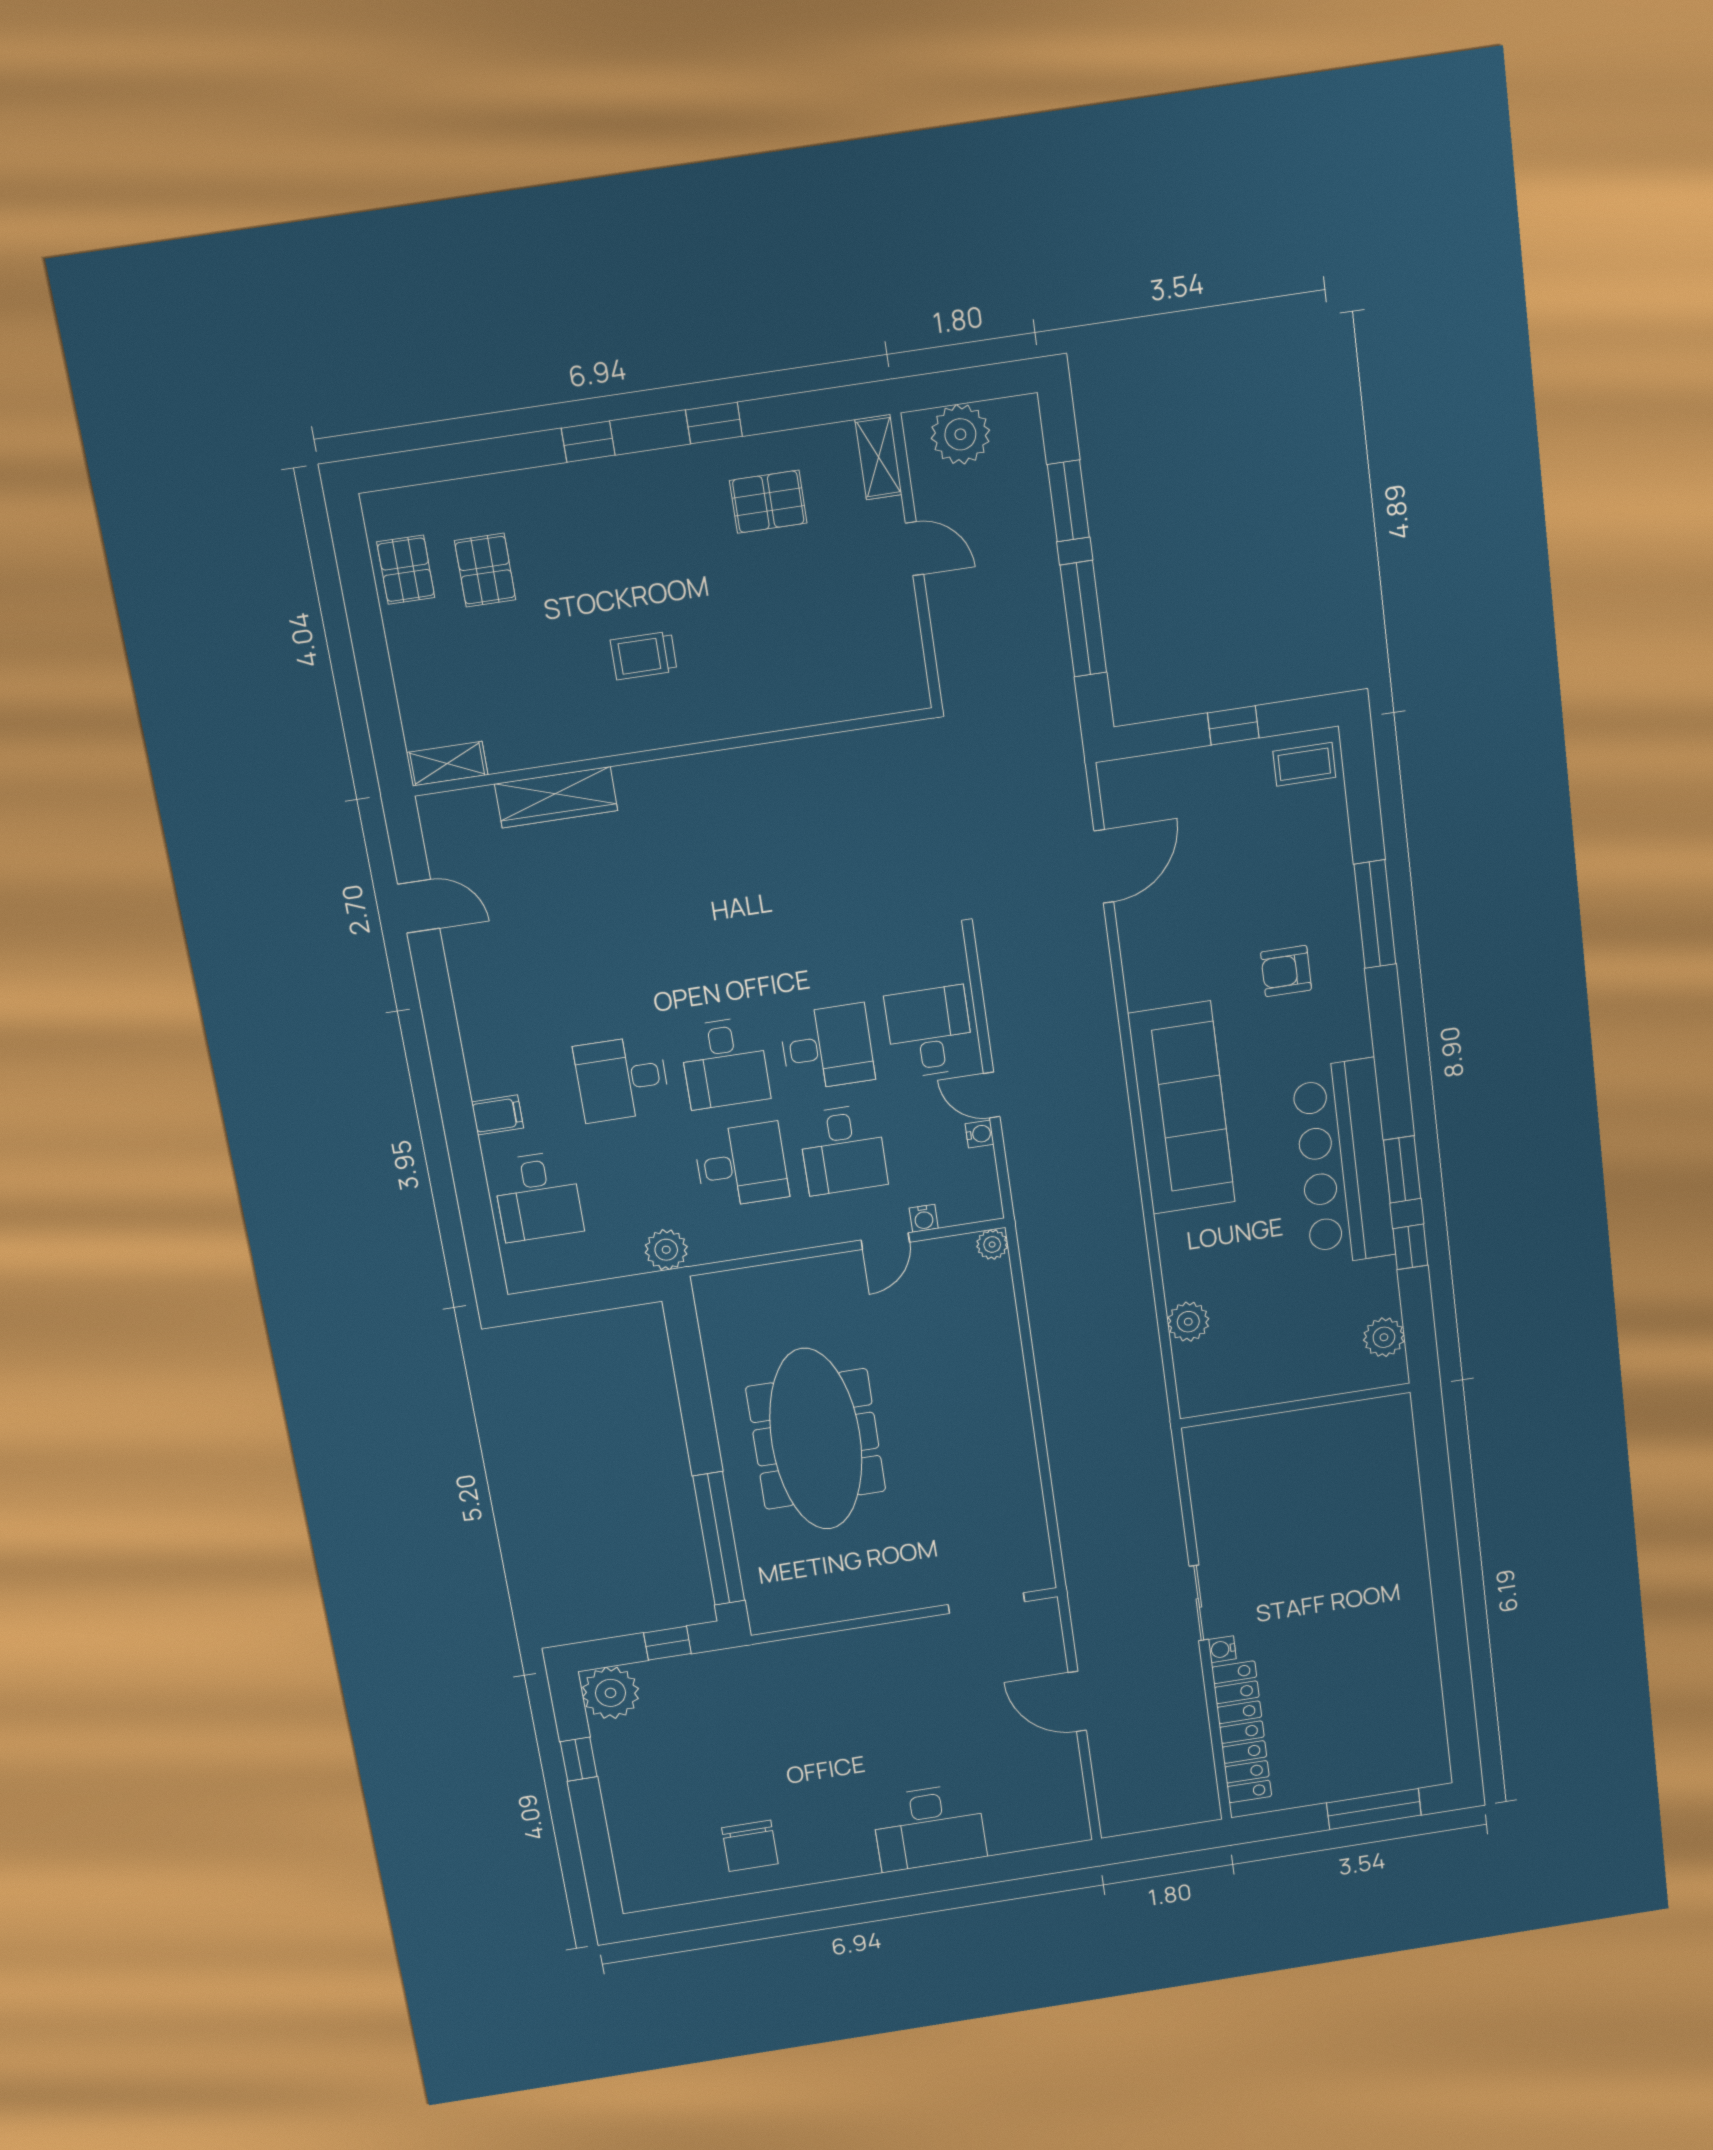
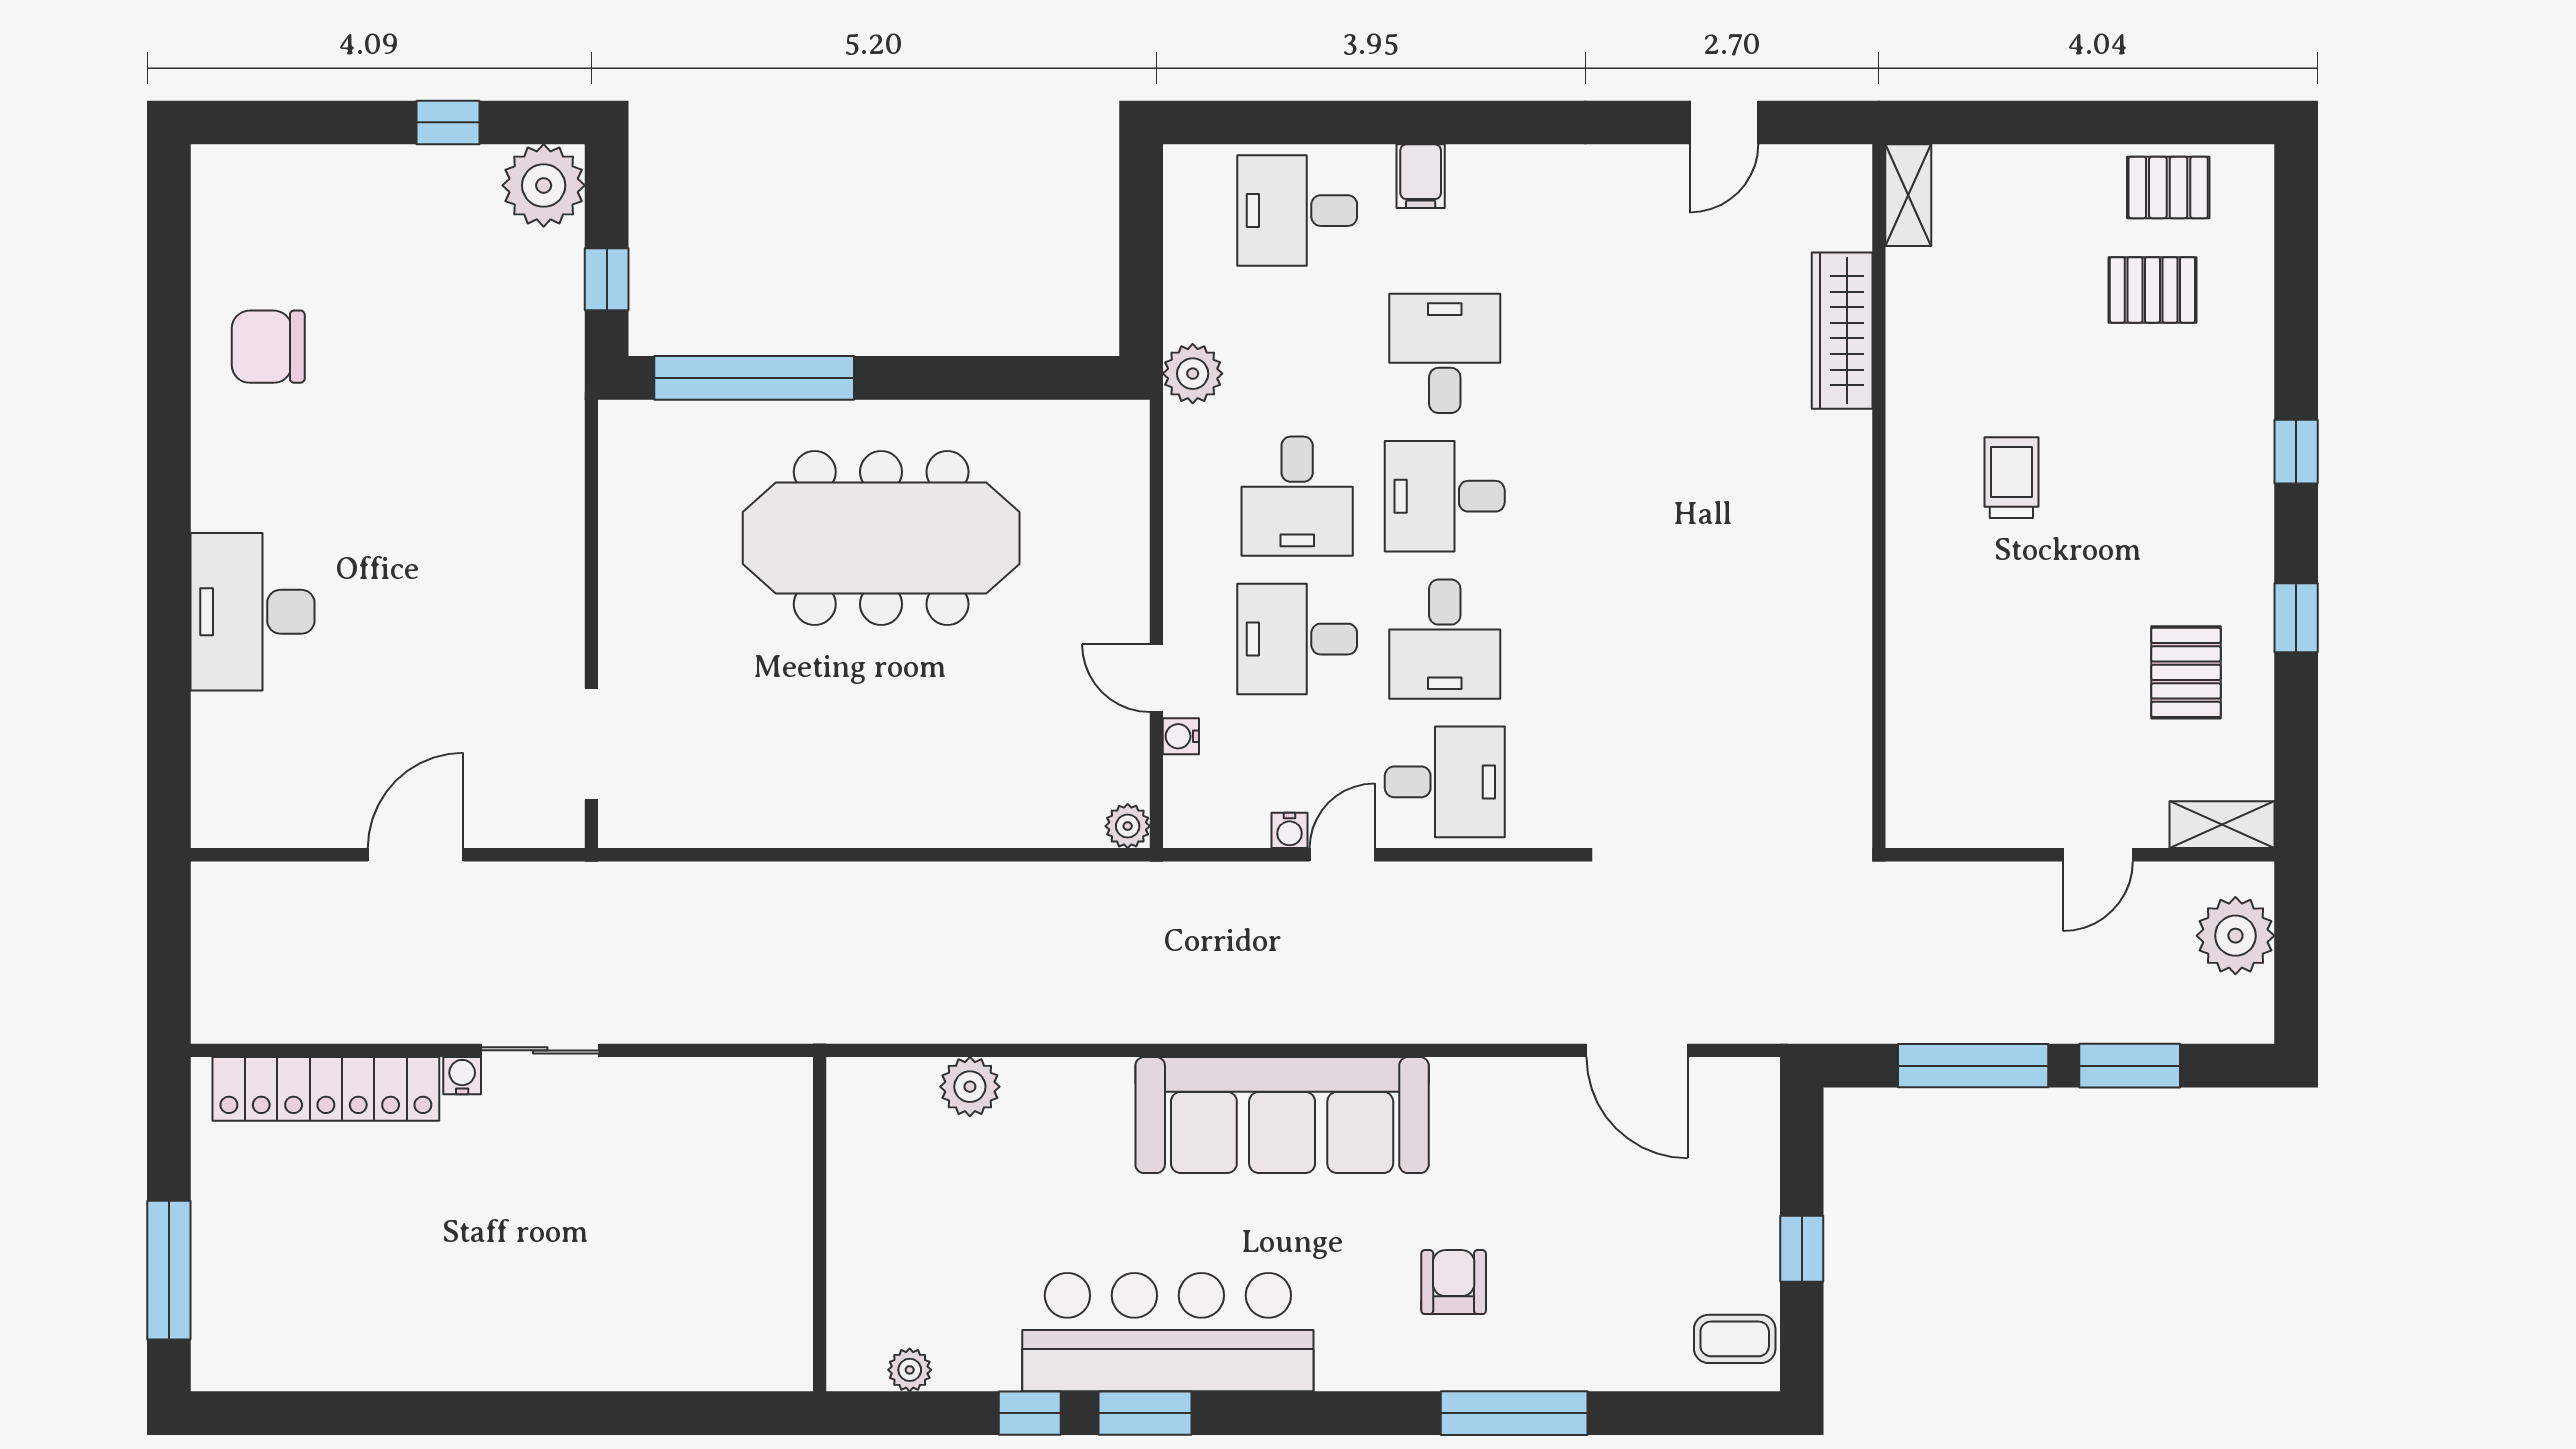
coffee table: (1304, 764) -> (1735, 1339), turned 90
plant: (1384, 1337) -> (910, 1370), width x0.73, depth x0.73

